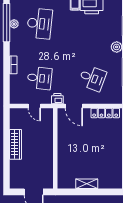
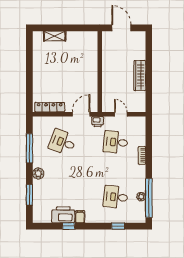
desk: (40, 24) -> (116, 197), width x0.73
door: (74, 106) -> (81, 114), hinge flipped
shelving: (87, 184) -> (55, 36), moved

